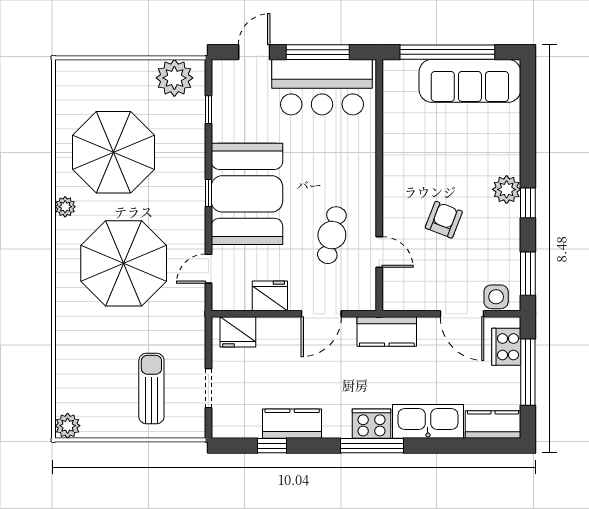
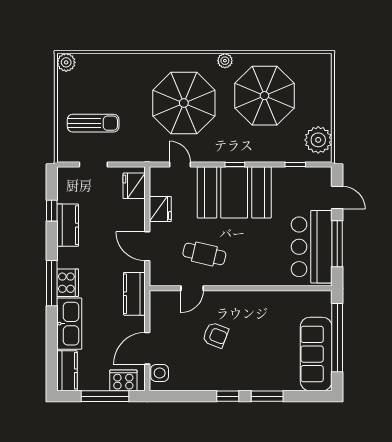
plant: (507, 189) -> (237, 381), removed
window: (528, 274) -> (267, 396), moved

